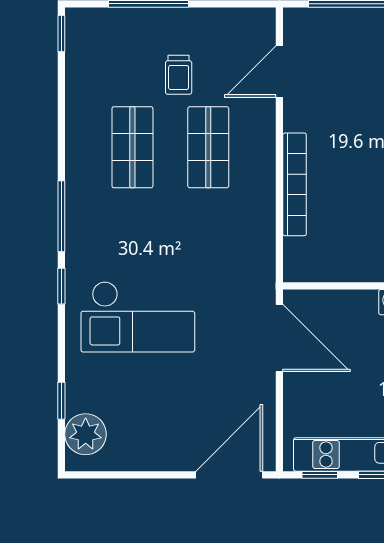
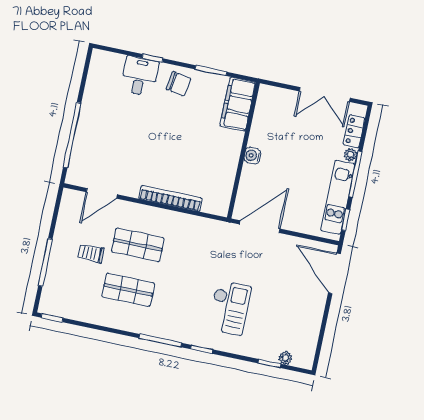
door: (279, 72) -> (102, 193), hinge flipped
trolley: (179, 75) -> (91, 253), turned 180
checkout: (138, 317) -> (229, 308), width x0.73, depth x0.83
plant: (86, 434) -> (285, 358), width x0.53, depth x0.53

